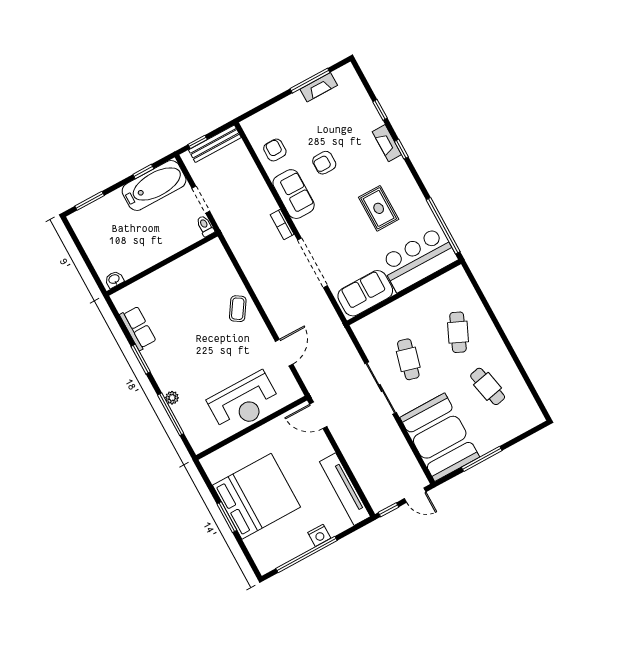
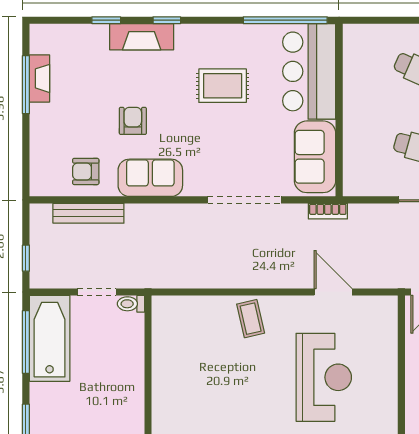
fireplace: (387, 143) -> (142, 37), width x1.37, depth x1.32
bench: (215, 144) -> (88, 213), moved, turned 90
armchair: (324, 163) -> (133, 121), turned 180
window: (143, 171) -> (26, 342), width x2.17
bookcase: (282, 224) -> (328, 211), moved
coffee table: (238, 309) -> (251, 319), turned 44
reception desk: (244, 402) -> (324, 377), moved

